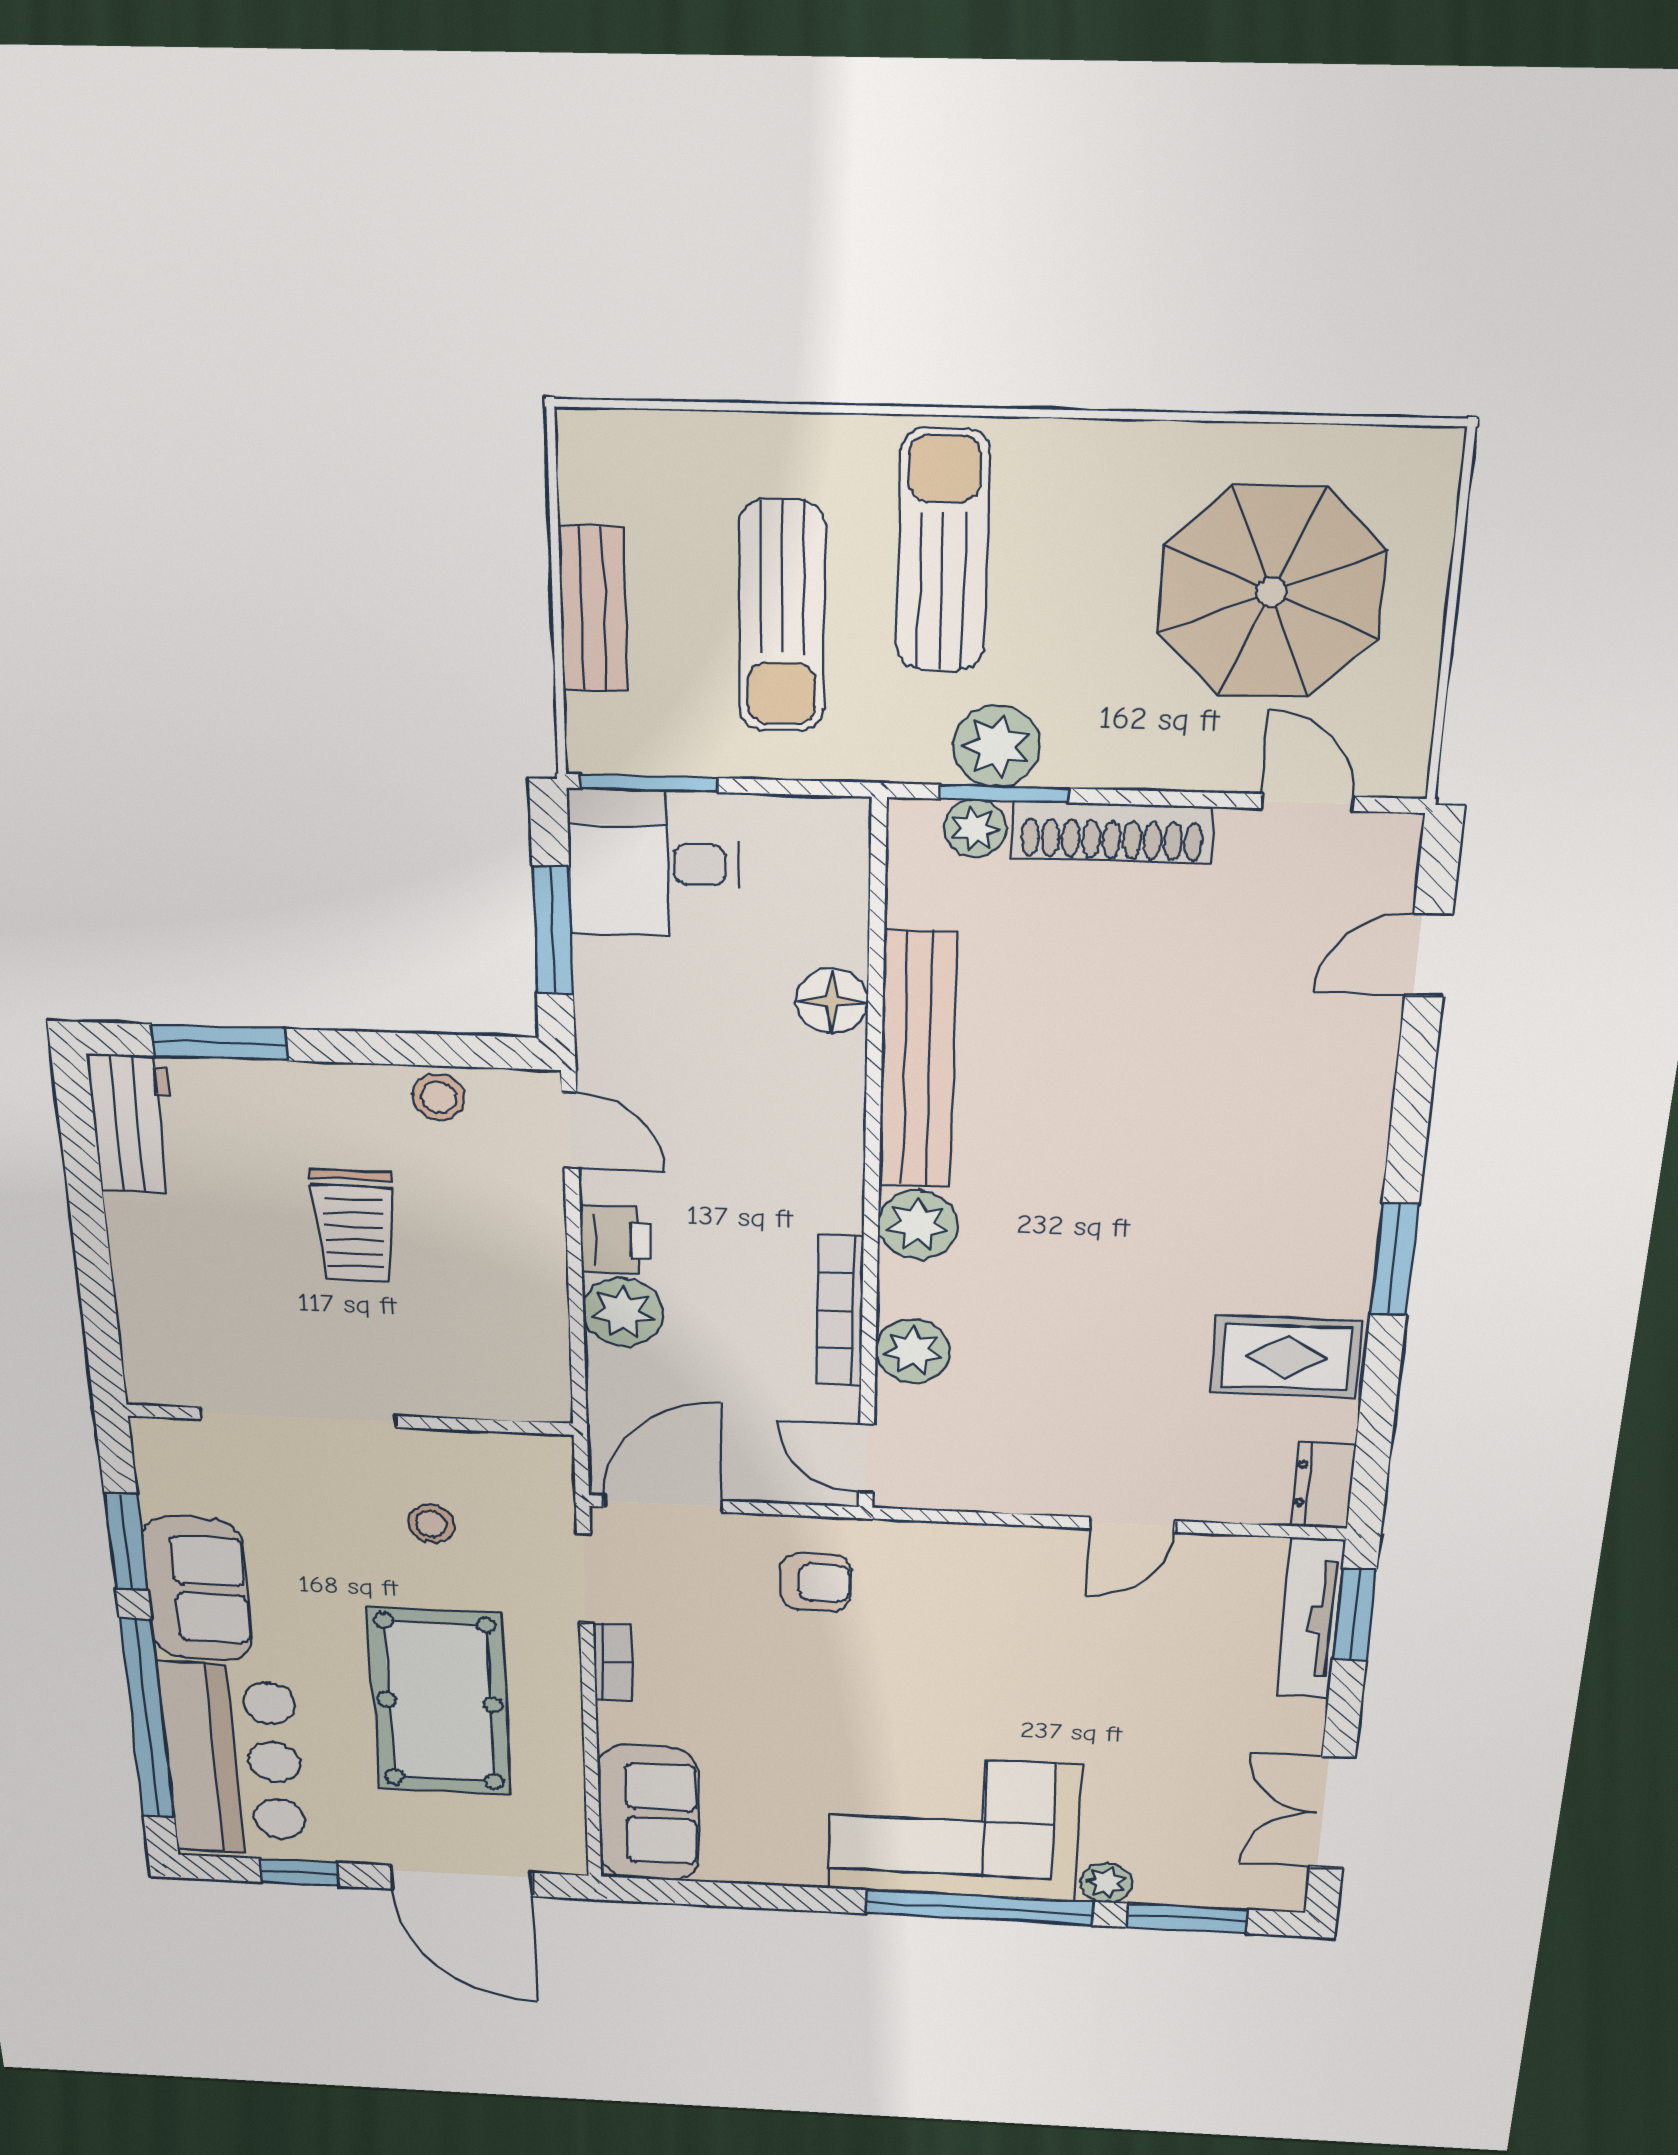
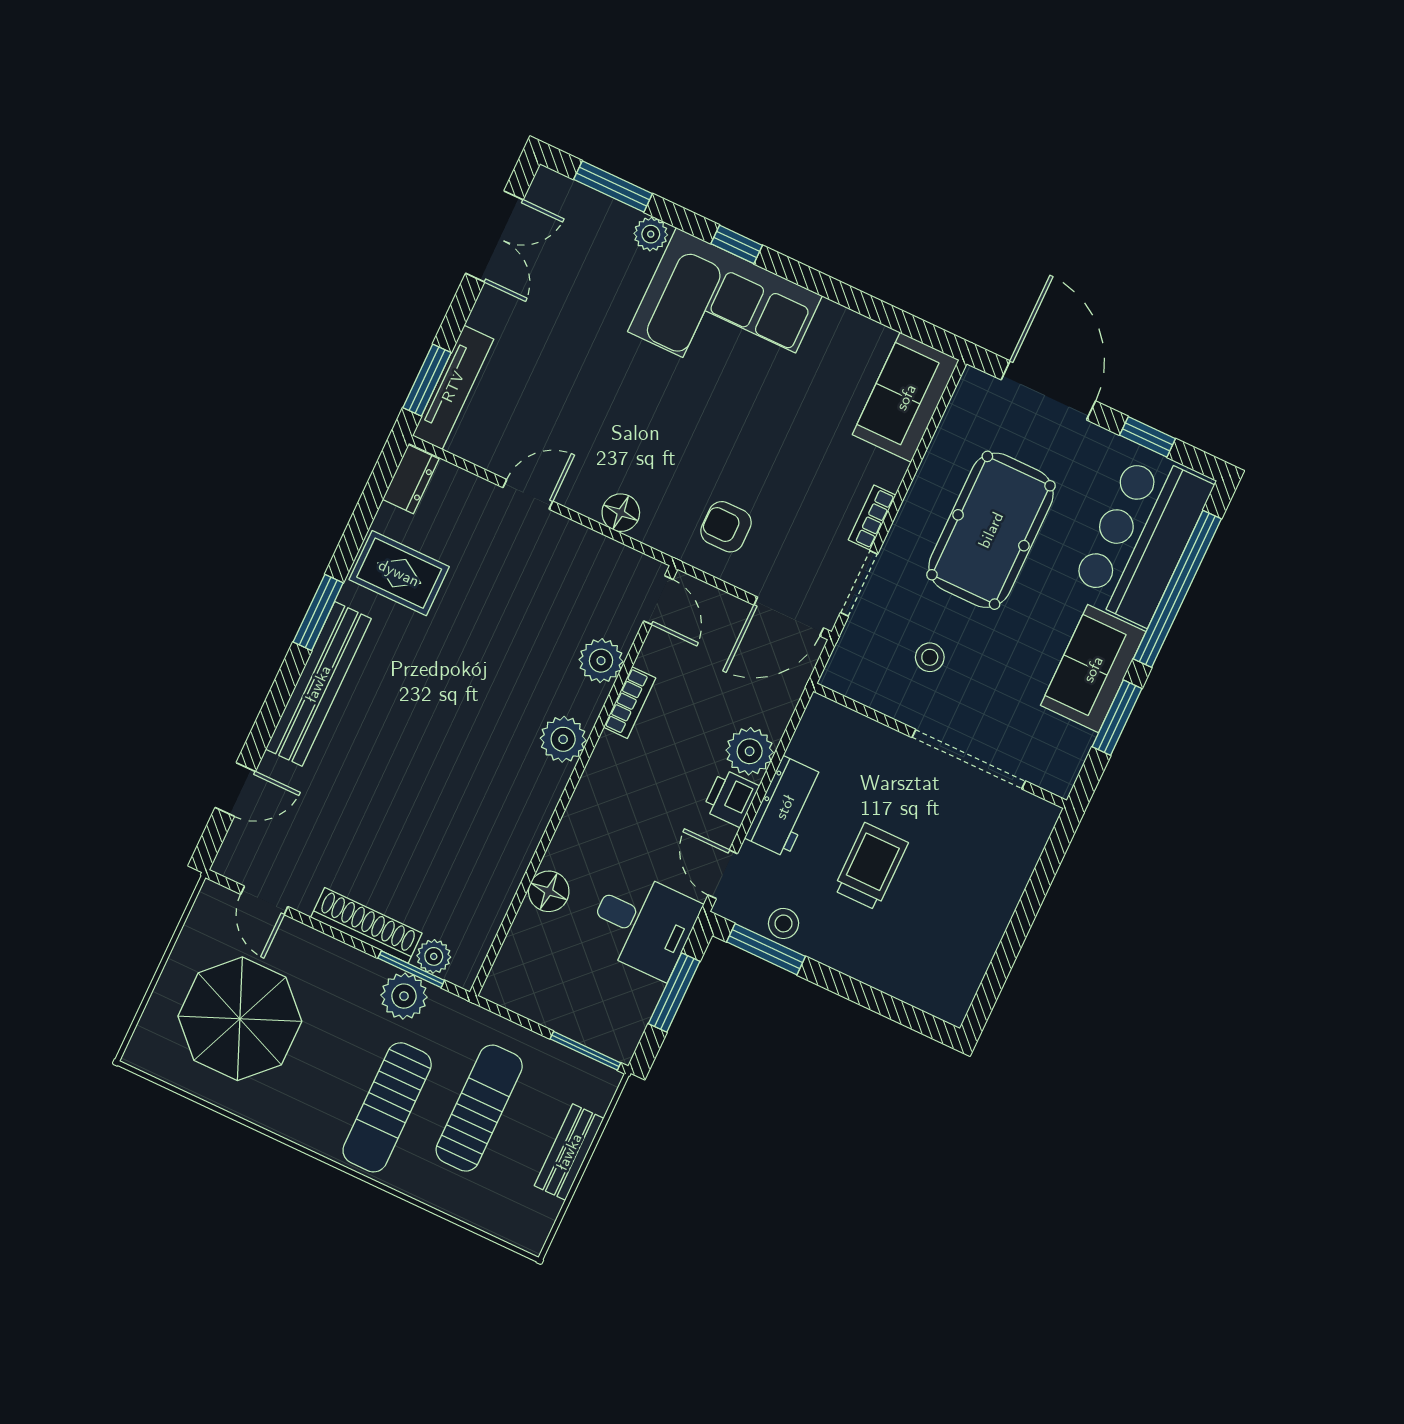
desk: (654, 864) -> (643, 924), moved
window: (219, 1042) -> (766, 949), moved
bench: (917, 1061) -> (318, 684), moved
workbench: (133, 1124) -> (785, 807), moved, turned 180
bookcase: (840, 1311) -> (630, 703), width x0.64
floor lamp: (980, 1548) -> (621, 513), added
window: (979, 1908) -> (737, 244), width x0.32

